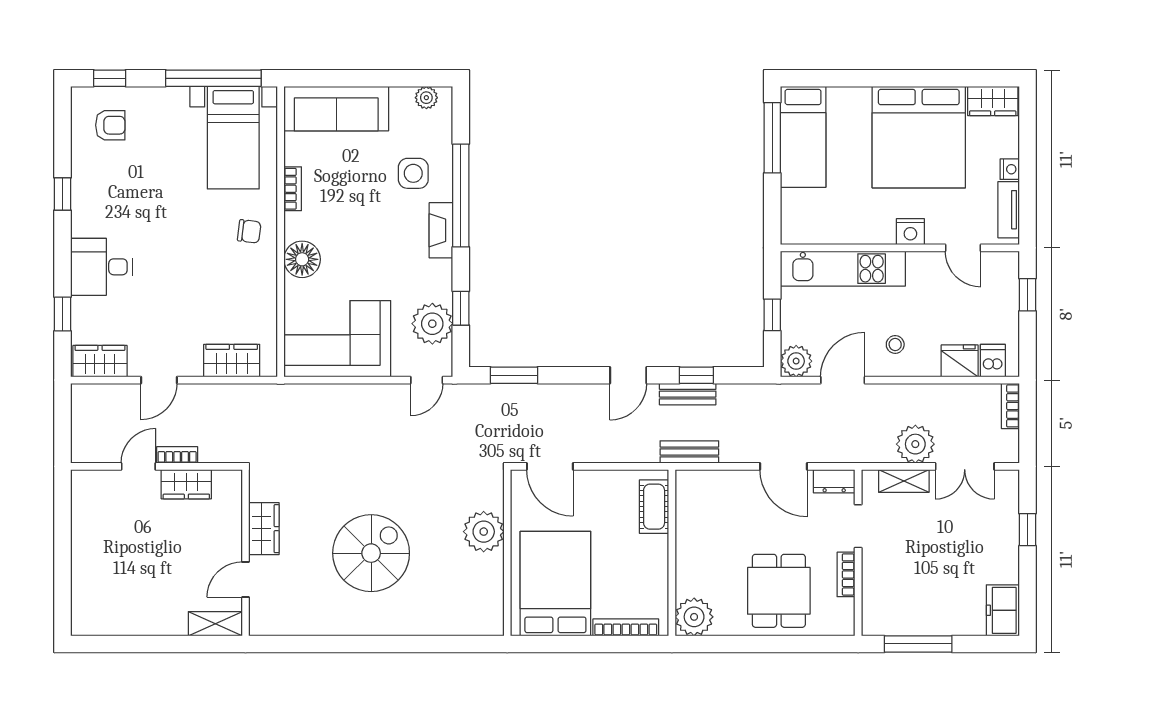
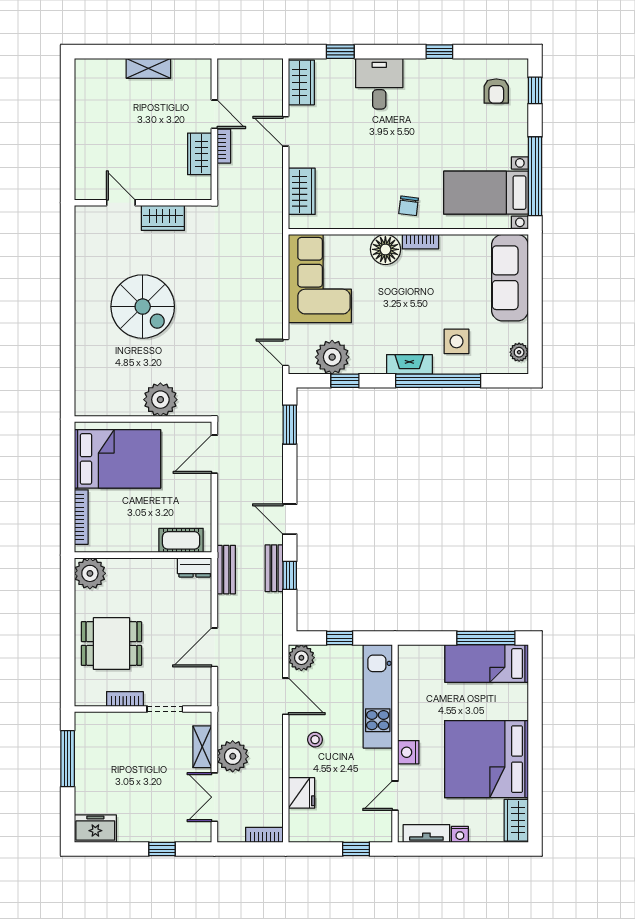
bookcase: (293, 189) -> (420, 242), moved
dishwasher: (993, 361) -> (302, 820), removed
dresser: (834, 481) -> (195, 567), moved, turned -90
shelving: (215, 624) -> (148, 68), moved, turned 90

